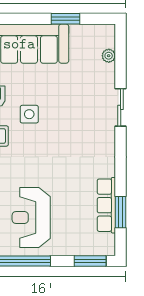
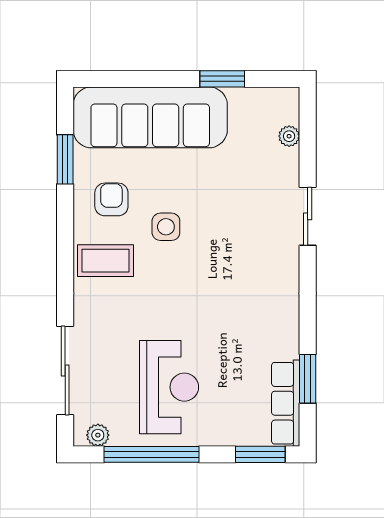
row of seats: (106, 205) -> (286, 403), moved
reception desk: (31, 218) -> (169, 387), turned 180

